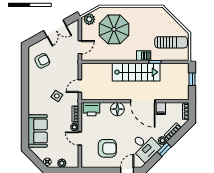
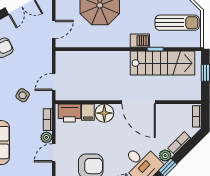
stairs: (136, 72) -> (163, 63), moved
filing cabinet: (161, 108) -> (88, 112), moved
door: (80, 139) -> (54, 153), hinge flipped

